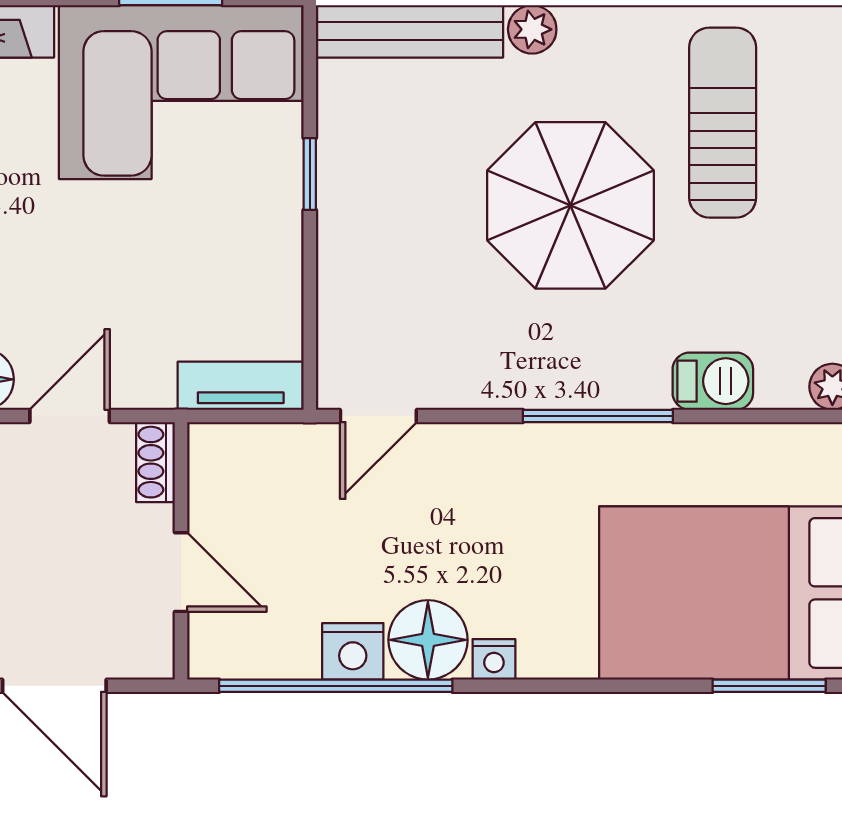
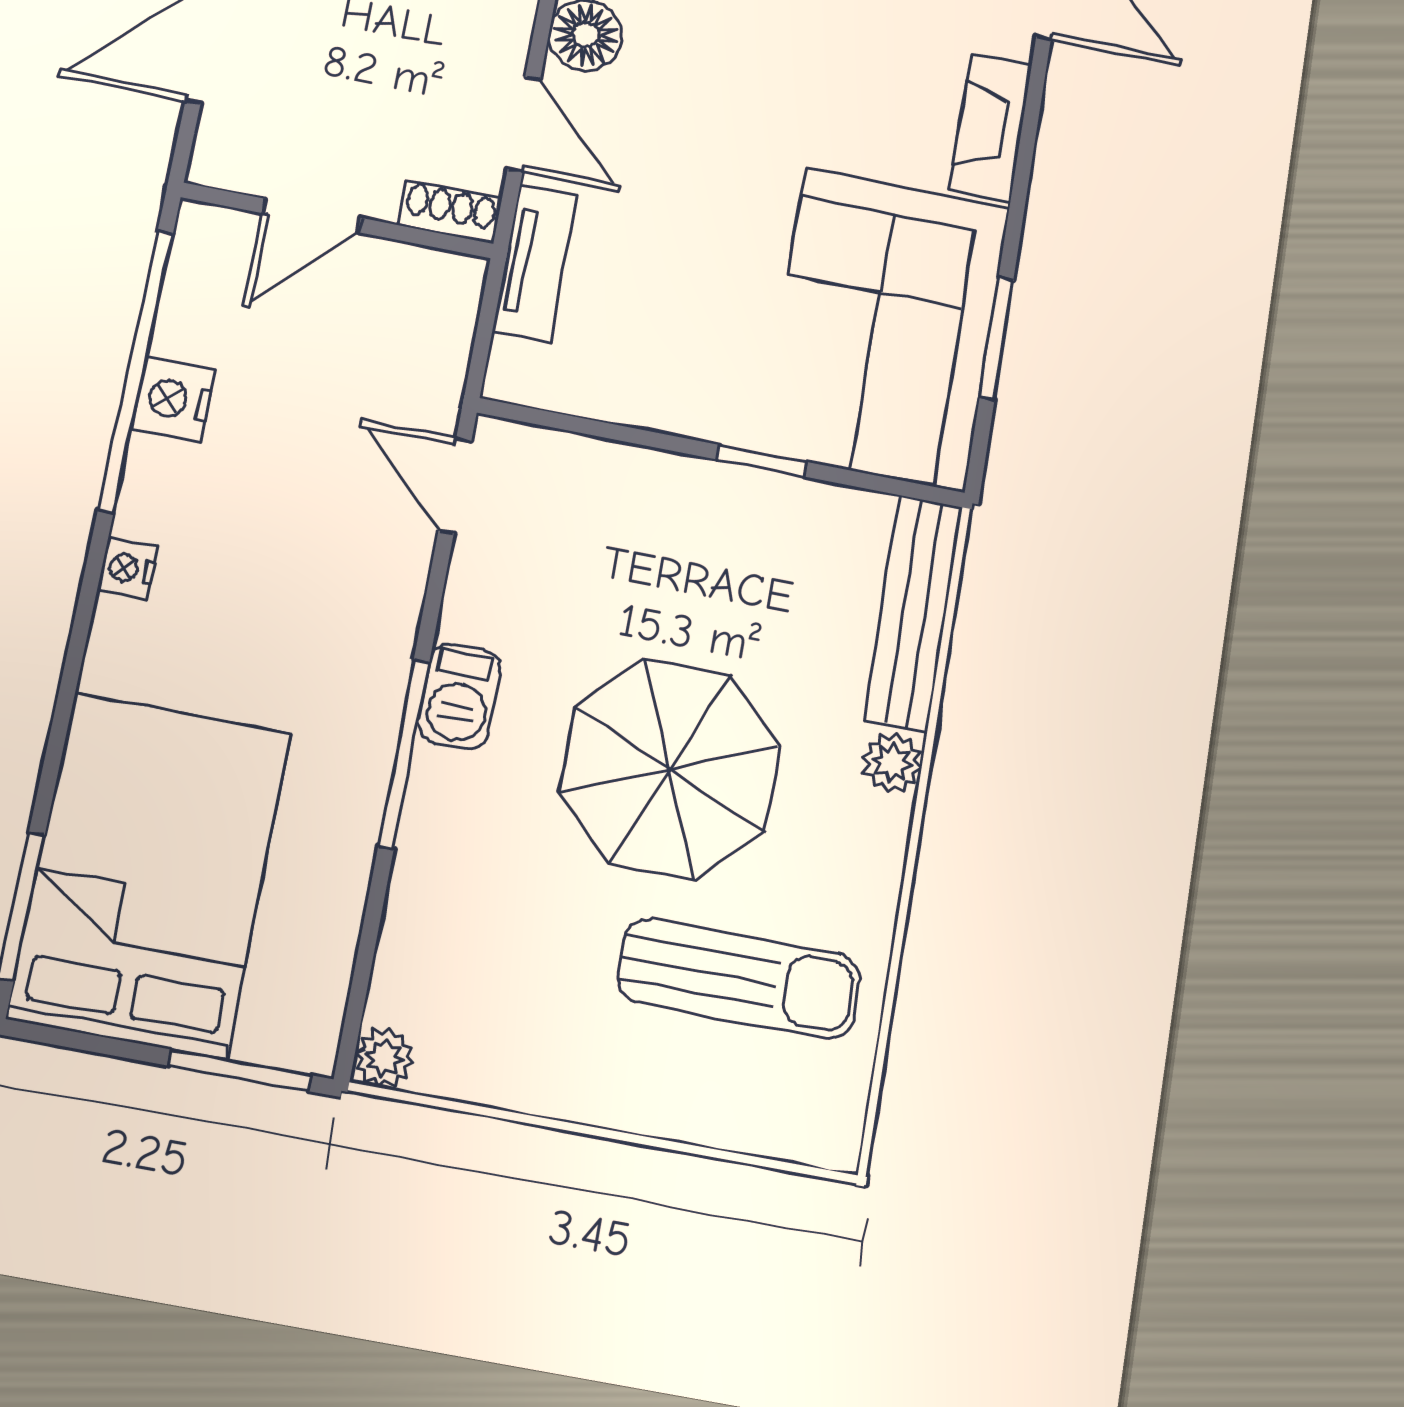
barbecue: (713, 381) -> (459, 696), moved
tv unit: (241, 386) -> (535, 263), moved
floor lamp: (428, 640) -> (169, 492), removed

